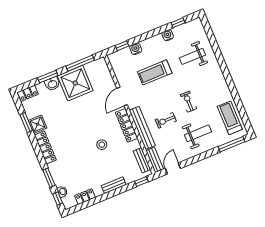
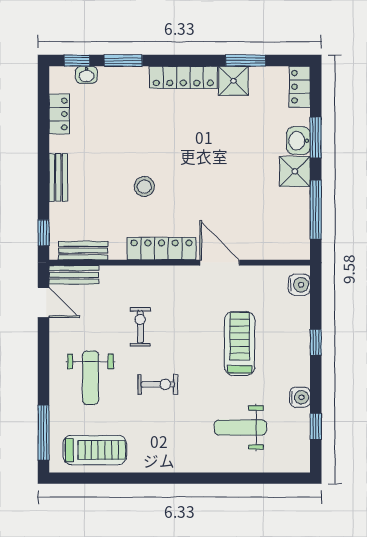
window: (122, 46) -> (316, 342), moved
water cooler: (136, 49) -> (299, 285), moved
weight bench: (192, 56) -> (240, 427), turned -90
shower: (75, 83) -> (295, 171), width x0.54, depth x0.54
bench: (142, 128) -> (144, 276), removed

